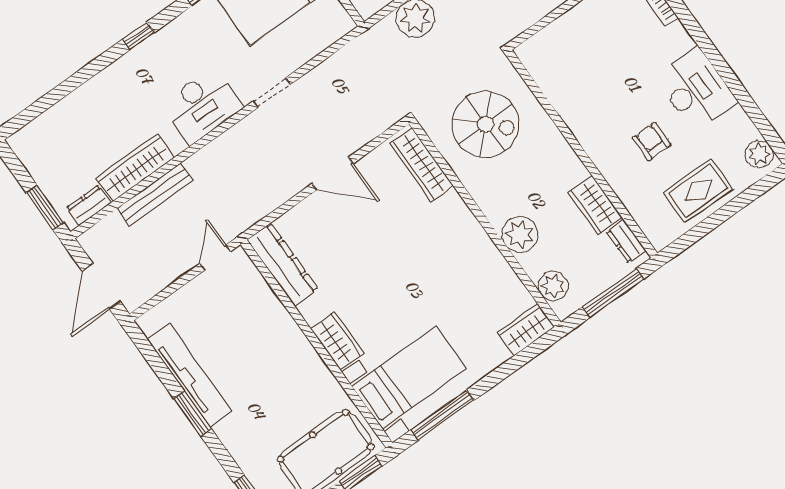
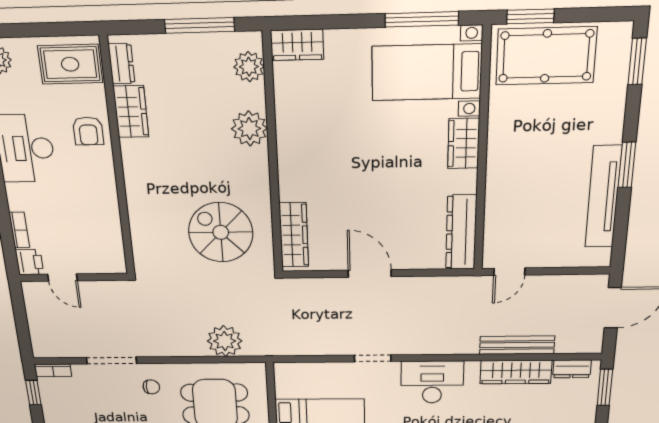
wall: (582, 154) -> (118, 160), moved
wardrobe: (595, 205) -> (131, 112), moved
dresser: (626, 241) -> (122, 64), moved

